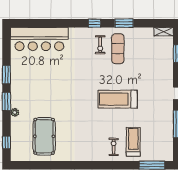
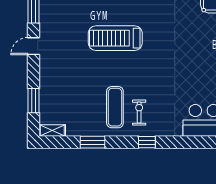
window: (124, 23) -> (92, 142), moved
treadmill: (118, 99) -> (115, 38), turned 180

